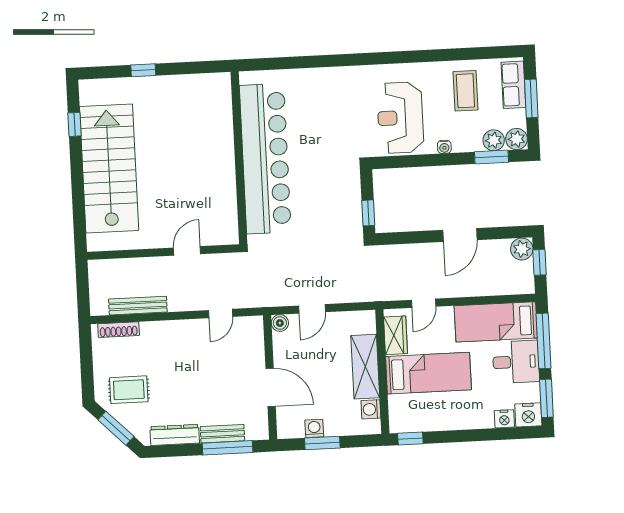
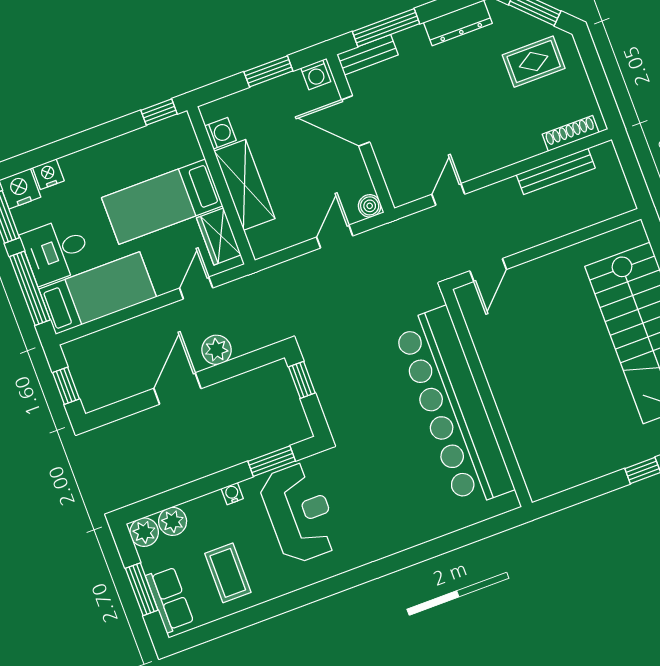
window: (492, 157) -> (272, 461), moved
plant: (522, 249) -> (217, 350), moved
door: (187, 251) -> (488, 270), moved
washing machine: (314, 428) -> (316, 75), moved
bench: (222, 434) -> (368, 55), moved

